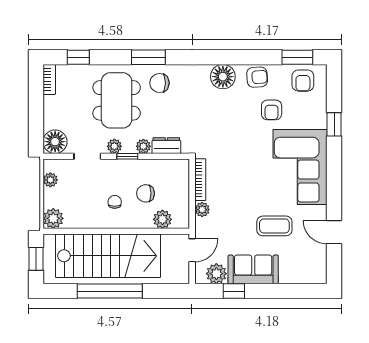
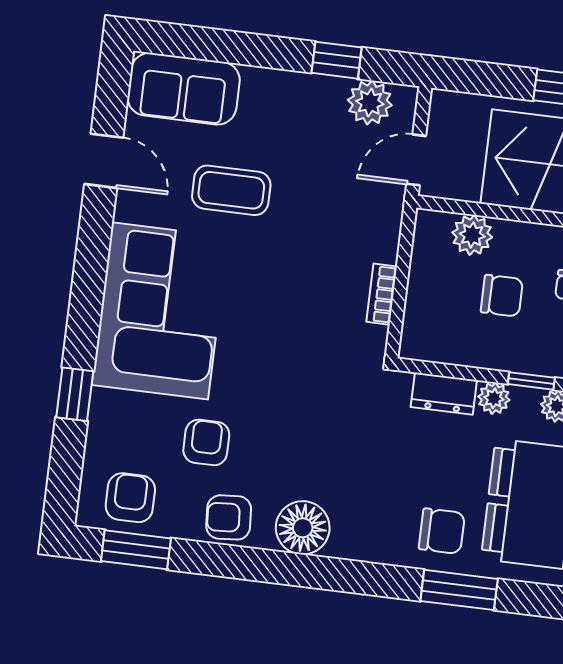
bookcase: (200, 180) -> (382, 294), width x0.64
plant: (202, 210) -> (383, 245), removed
sofa: (253, 269) -> (184, 89), moved

